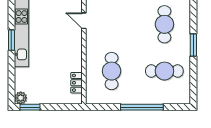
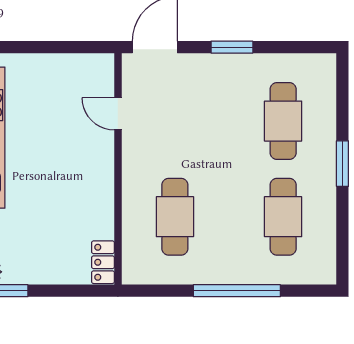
cafe table: (164, 71) -> (283, 217), turned 90
locker: (76, 83) -> (103, 262), moved

